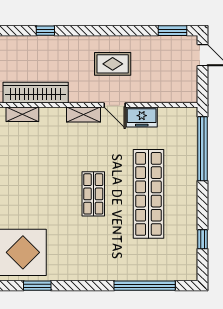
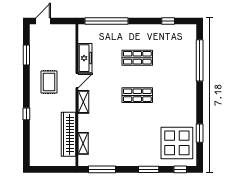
window: (45, 31) -> (26, 114), moved
window: (173, 31) -> (26, 55), moved
freezer: (142, 117) -> (85, 58), width x1.40
shop shelf: (148, 194) -> (137, 58), width x0.50, depth x0.74

